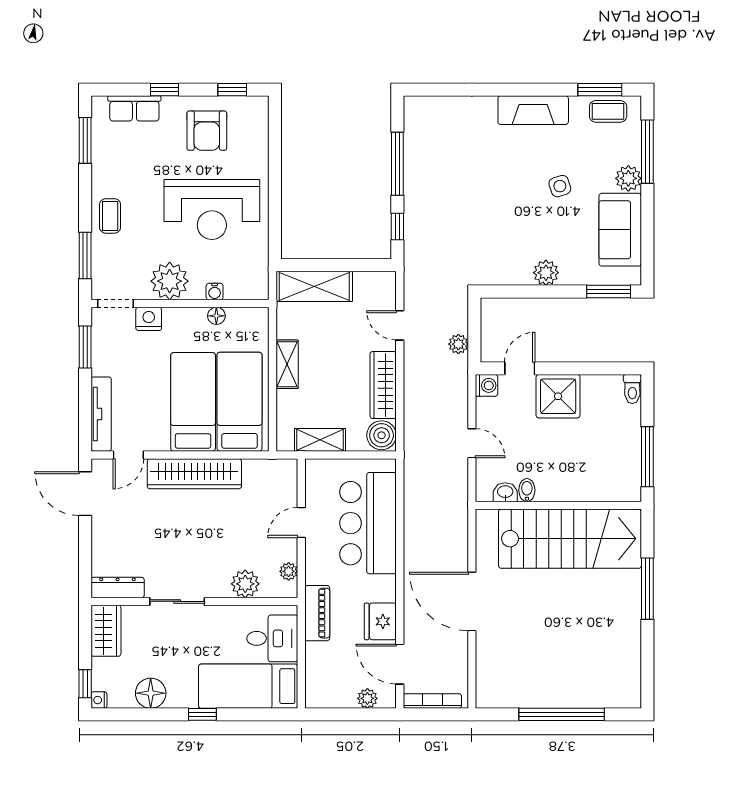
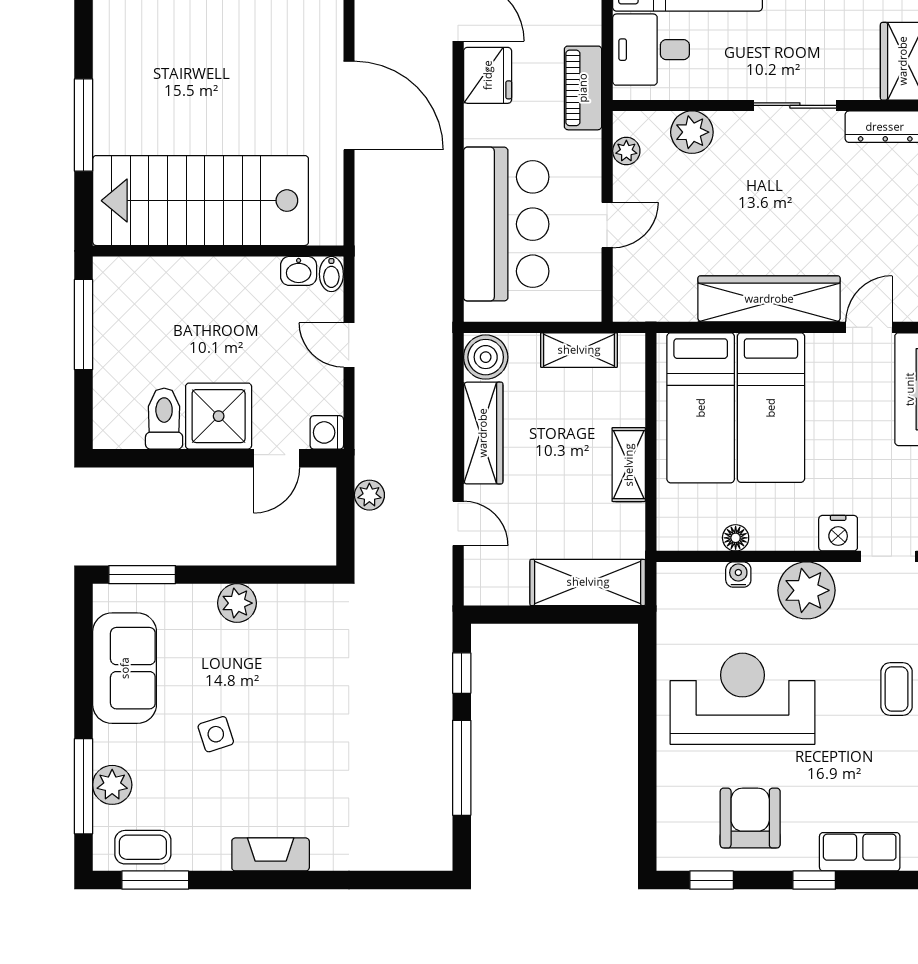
fireplace: (533, 110) -> (271, 854), width x0.73, depth x0.76
plant: (628, 178) -> (112, 785), moved
toilet: (632, 389) -> (164, 419), moved, width x1.37, depth x1.39
bidet: (527, 490) -> (331, 274), moved

